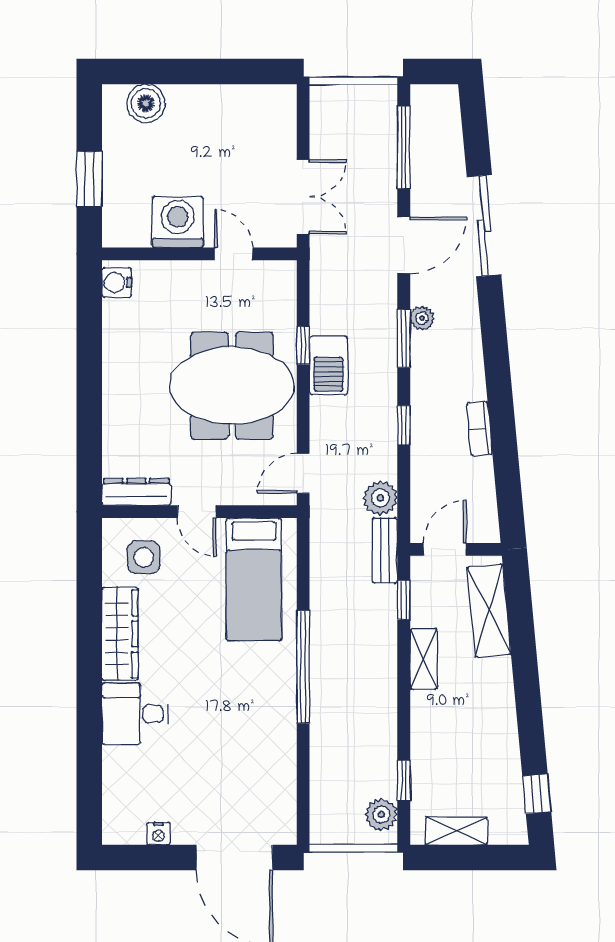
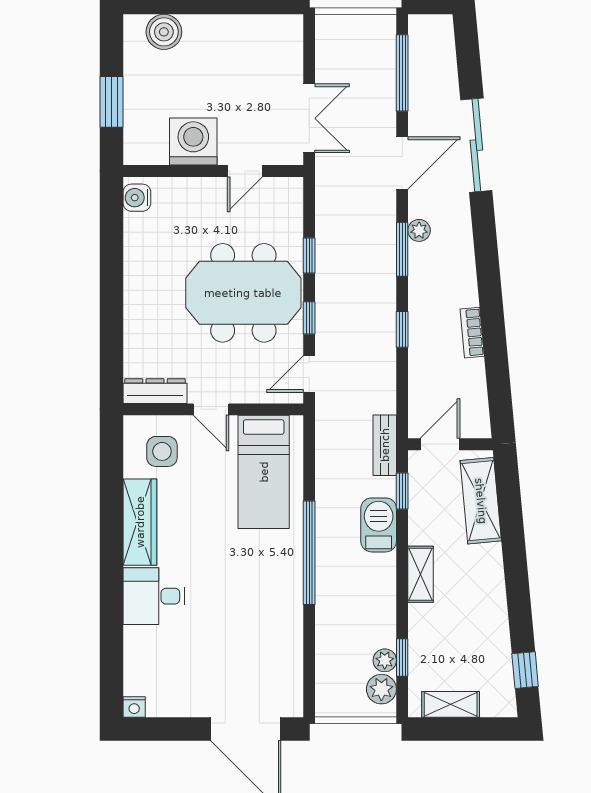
door: (234, 254) -> (245, 171), swing flipped
barbecue: (329, 365) -> (379, 525), moved, turned 180
window: (303, 413) -> (309, 318), added
plant: (380, 498) -> (385, 660), moved, width x0.73, depth x0.73
shelving: (424, 659) -> (421, 574), moved
nightstand: (158, 834) -> (134, 707), moved

